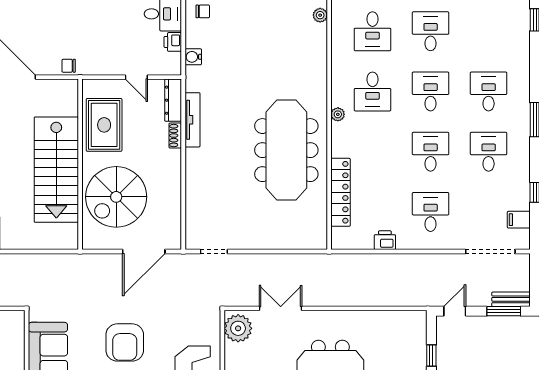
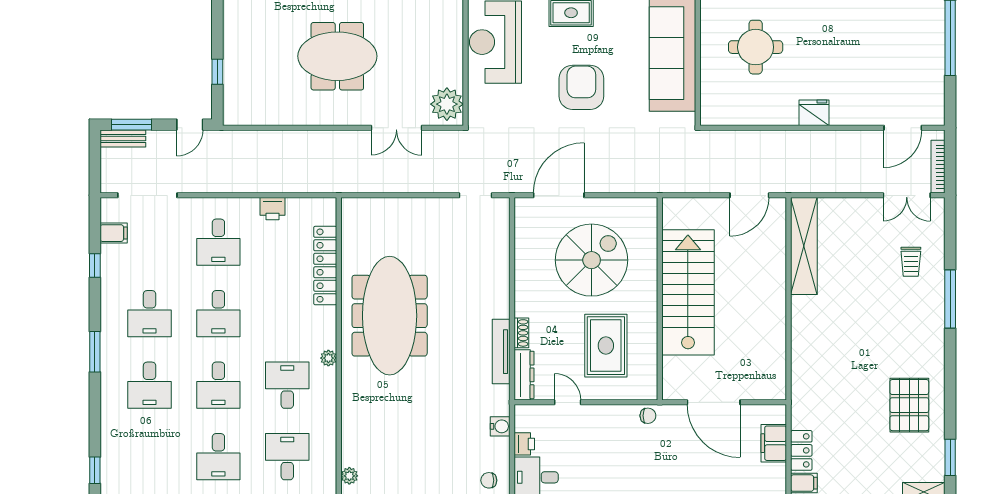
wall: (80, 164) -> (660, 299), moved
stairs: (56, 170) -> (688, 292), moved

